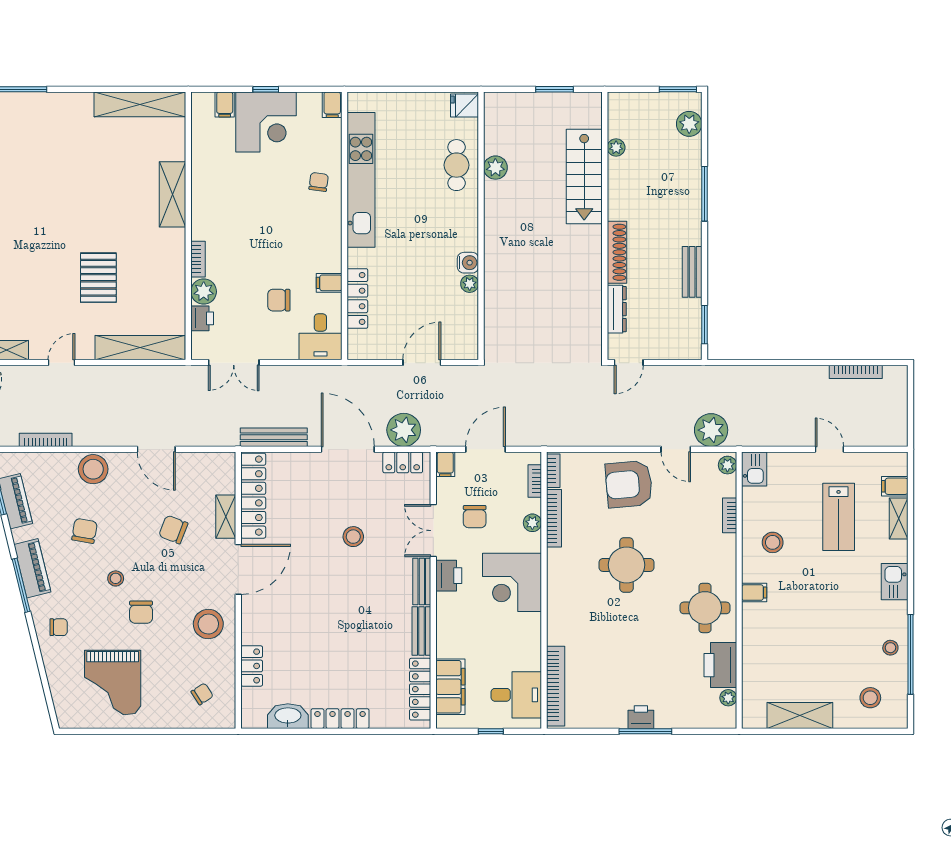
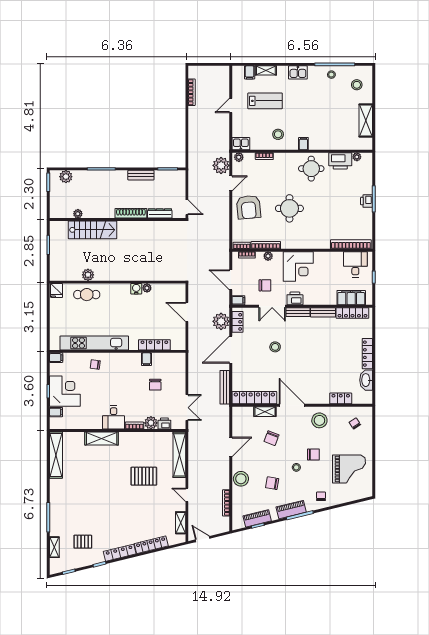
desk: (320, 337) -> (114, 418), moved, turned 90

